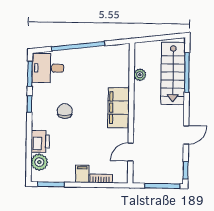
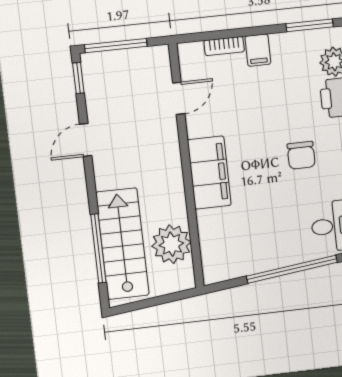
plant: (140, 75) -> (171, 244), width x1.88, depth x1.88

